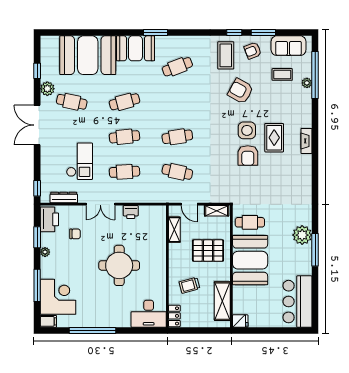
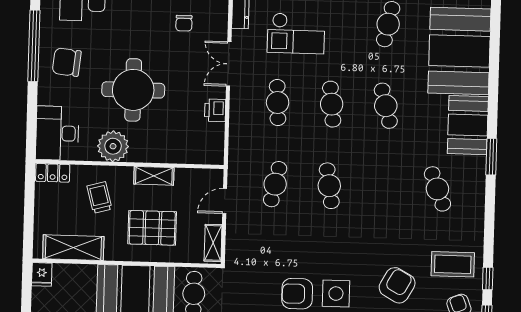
shelving: (174, 230) -> (154, 176), moved
pallet: (208, 251) -> (152, 228), turned 90
plant: (156, 277) -> (113, 146), added
chair: (102, 309) -> (67, 62), added

